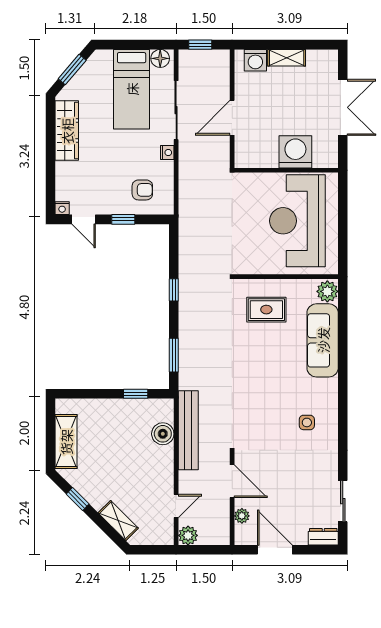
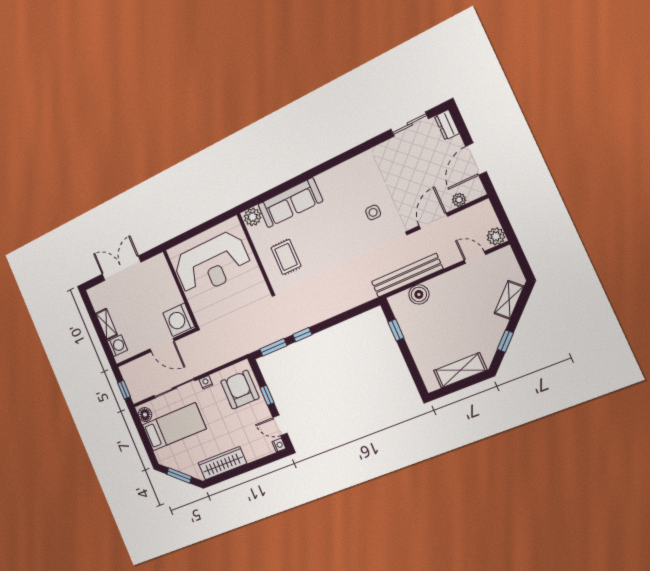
washing machine: (295, 152) -> (179, 320), moved
armchair: (142, 190) -> (240, 390), width x1.88, depth x1.88
door: (84, 219) -> (280, 425), swing flipped
window: (174, 355) -> (273, 347), moved
side table: (307, 422) -> (373, 212), moved

